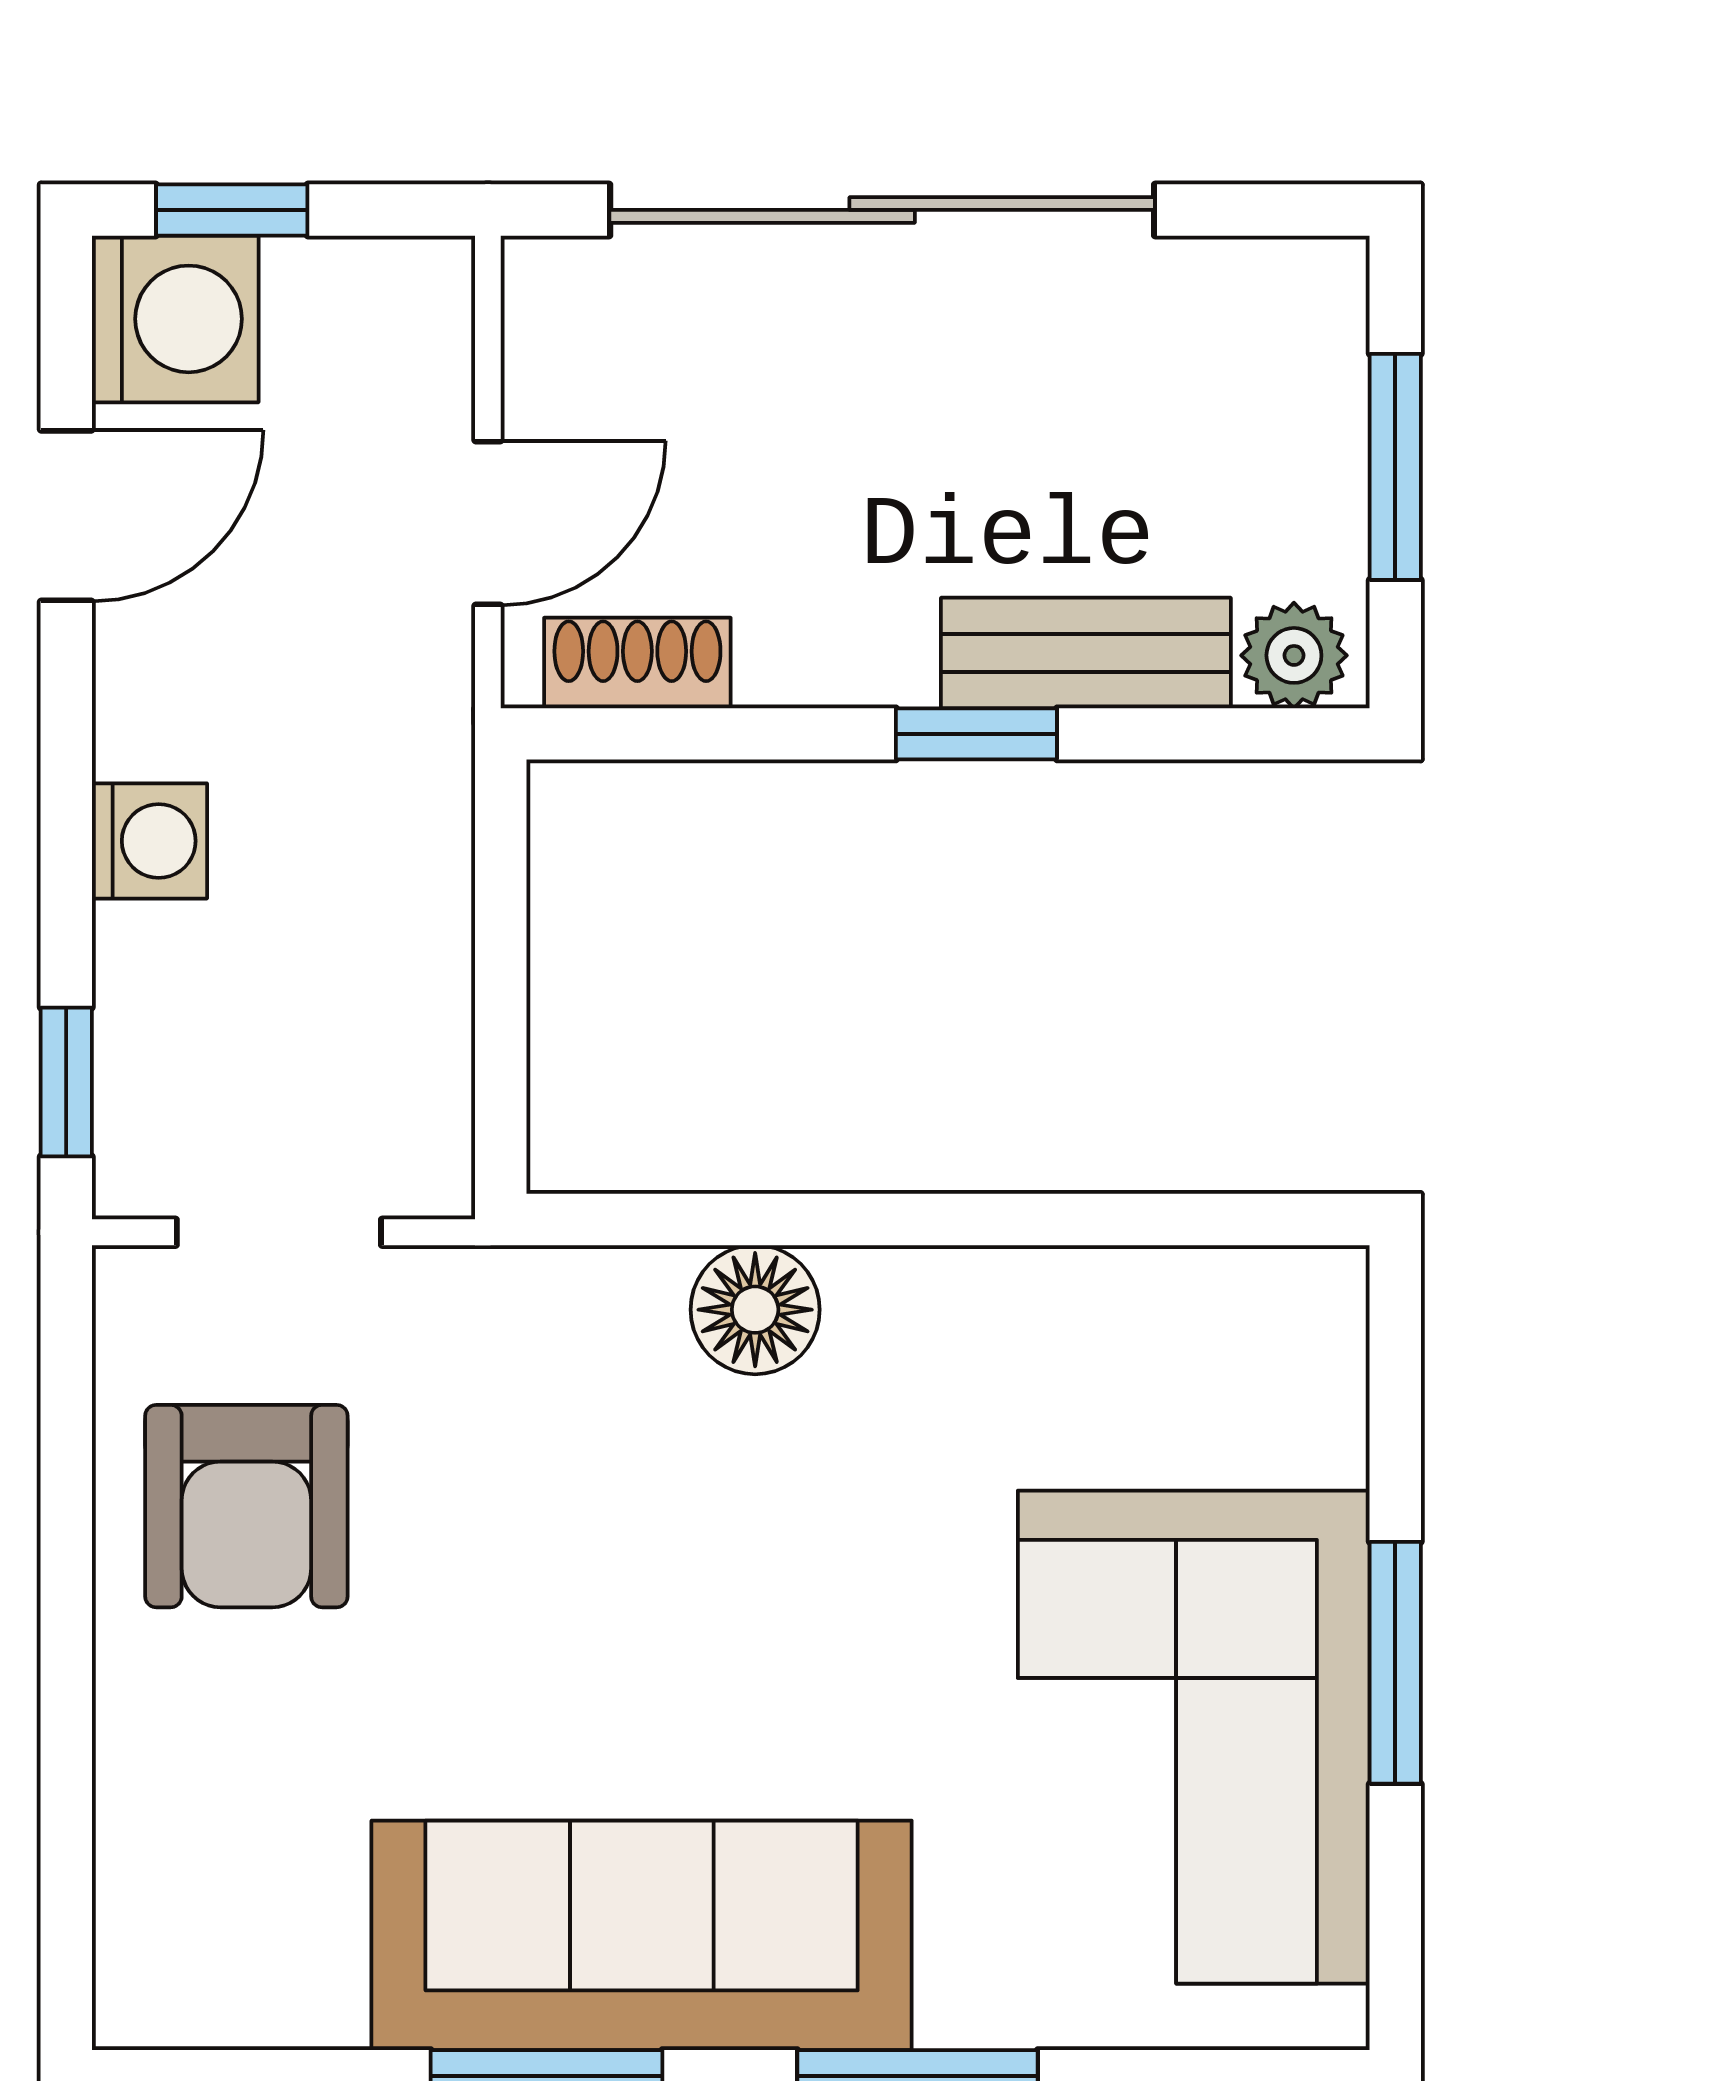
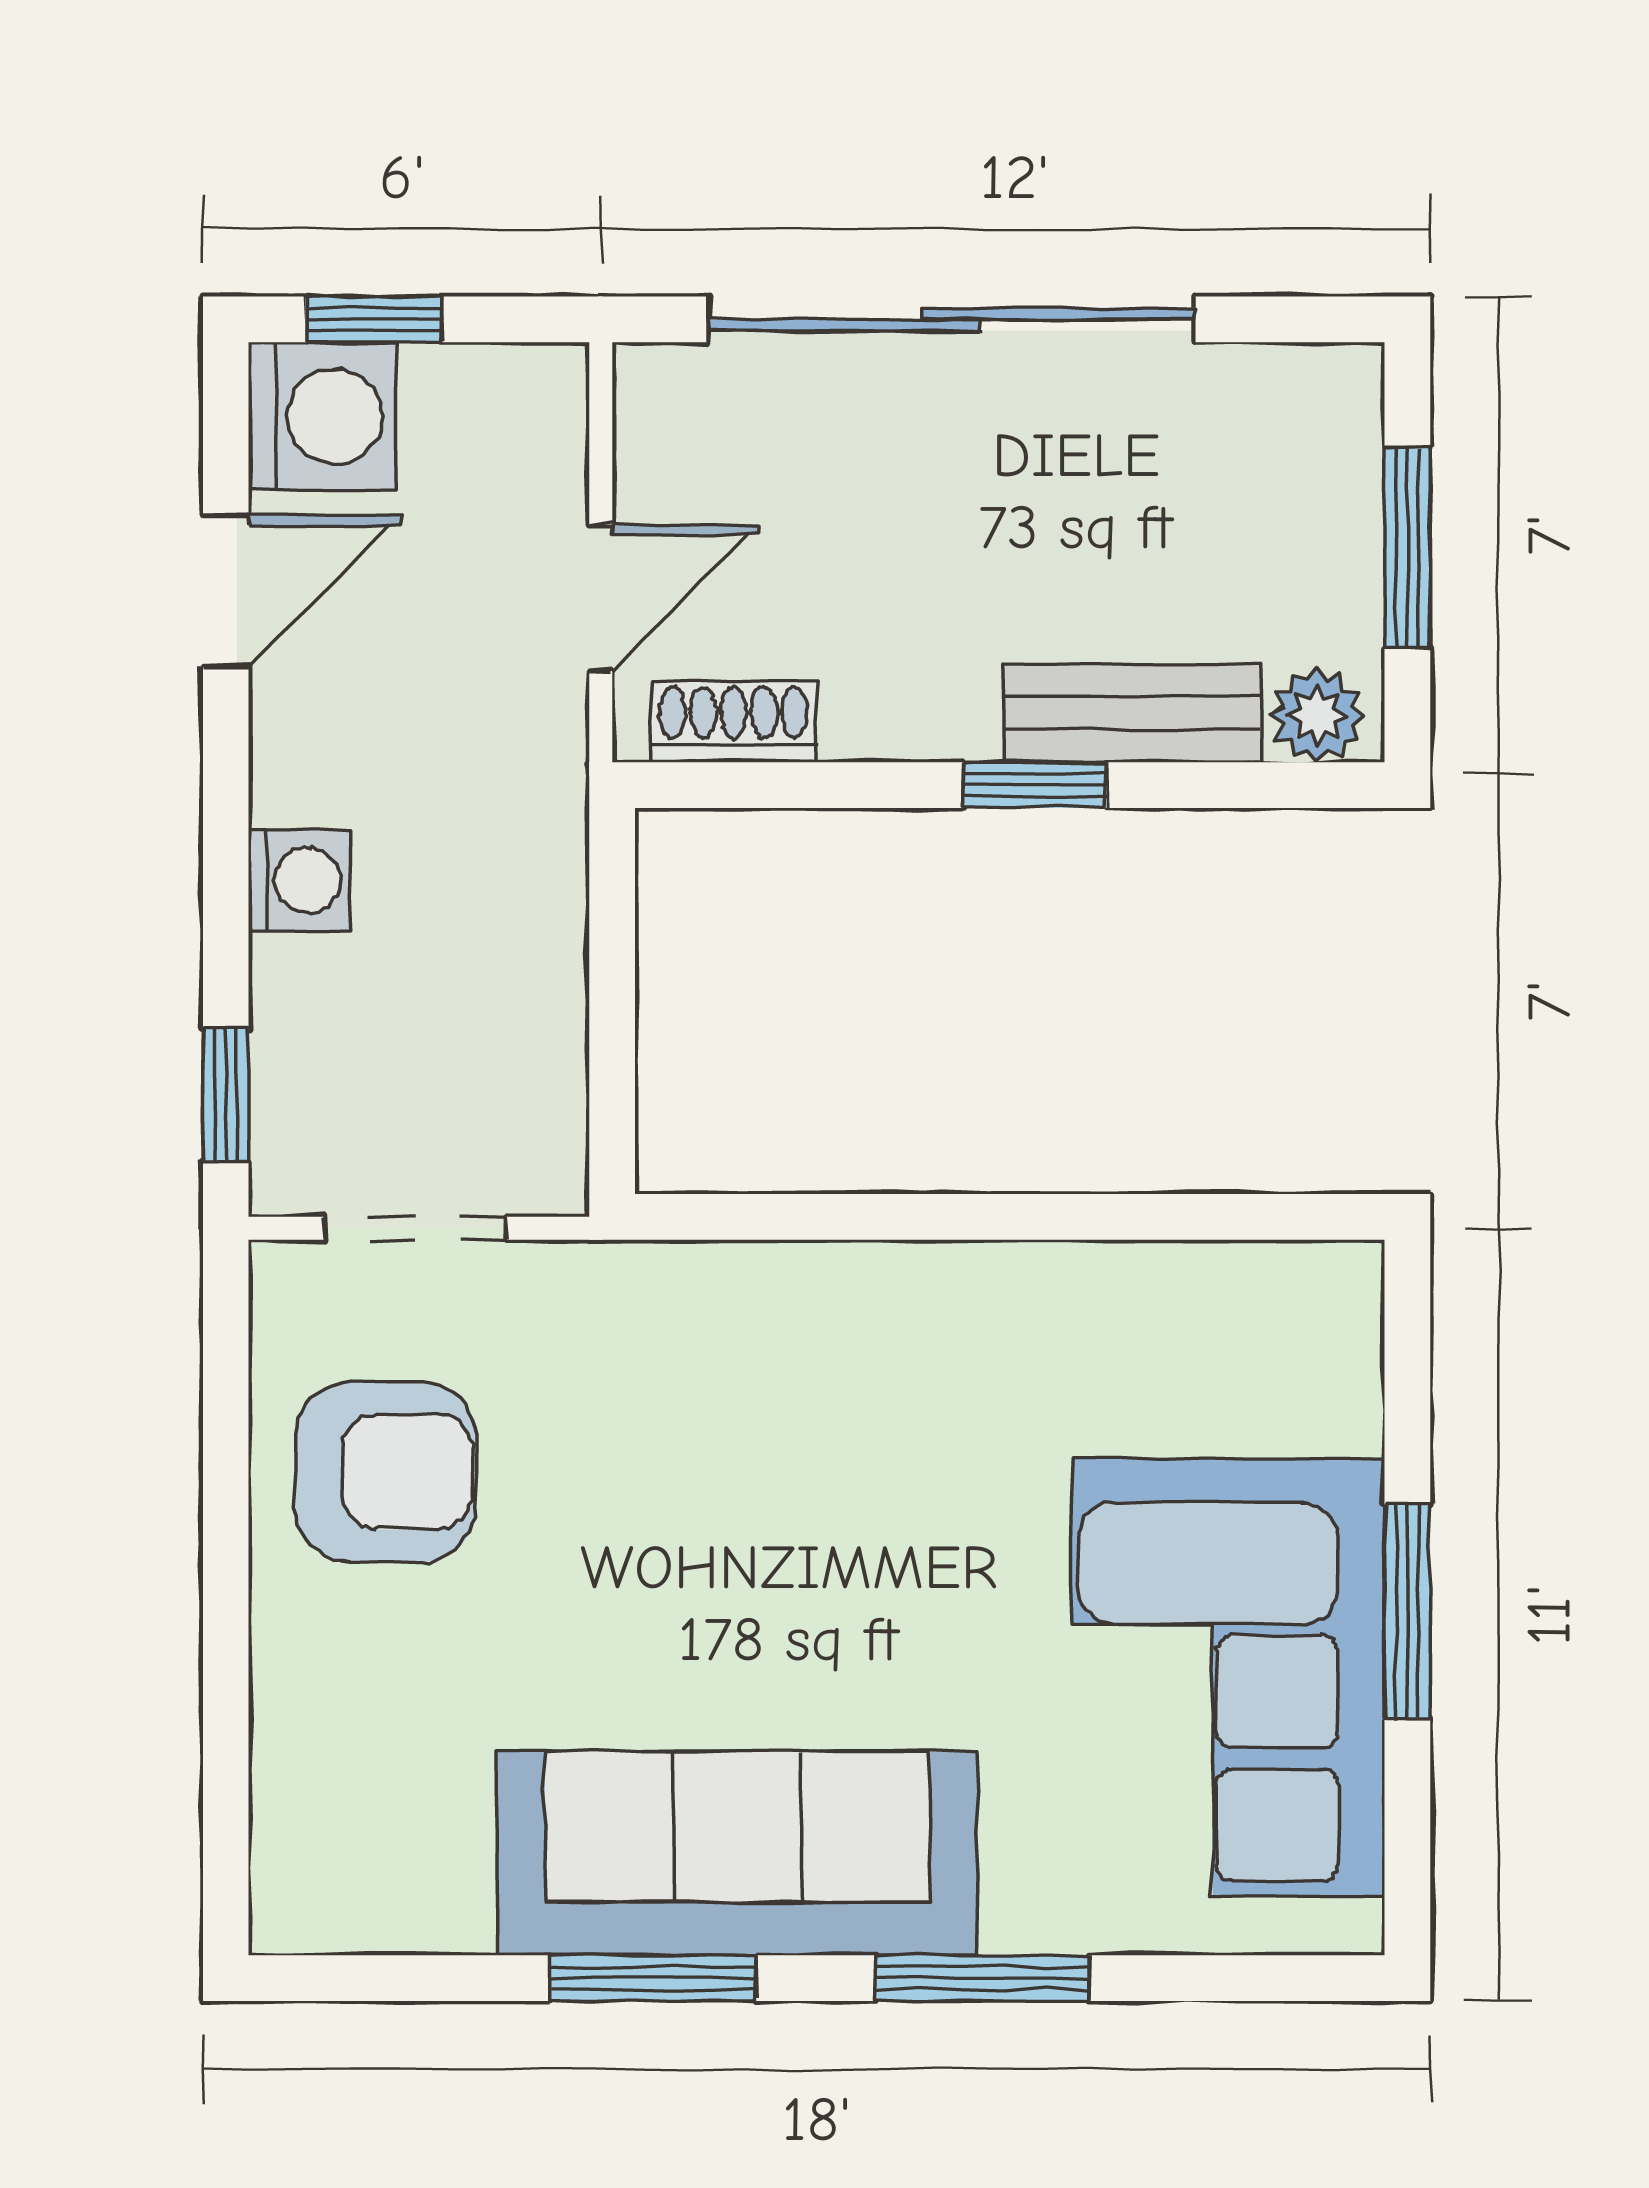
floor lamp: (755, 1310) -> (838, 1297), removed
armchair: (246, 1506) -> (386, 1472), turned -90

